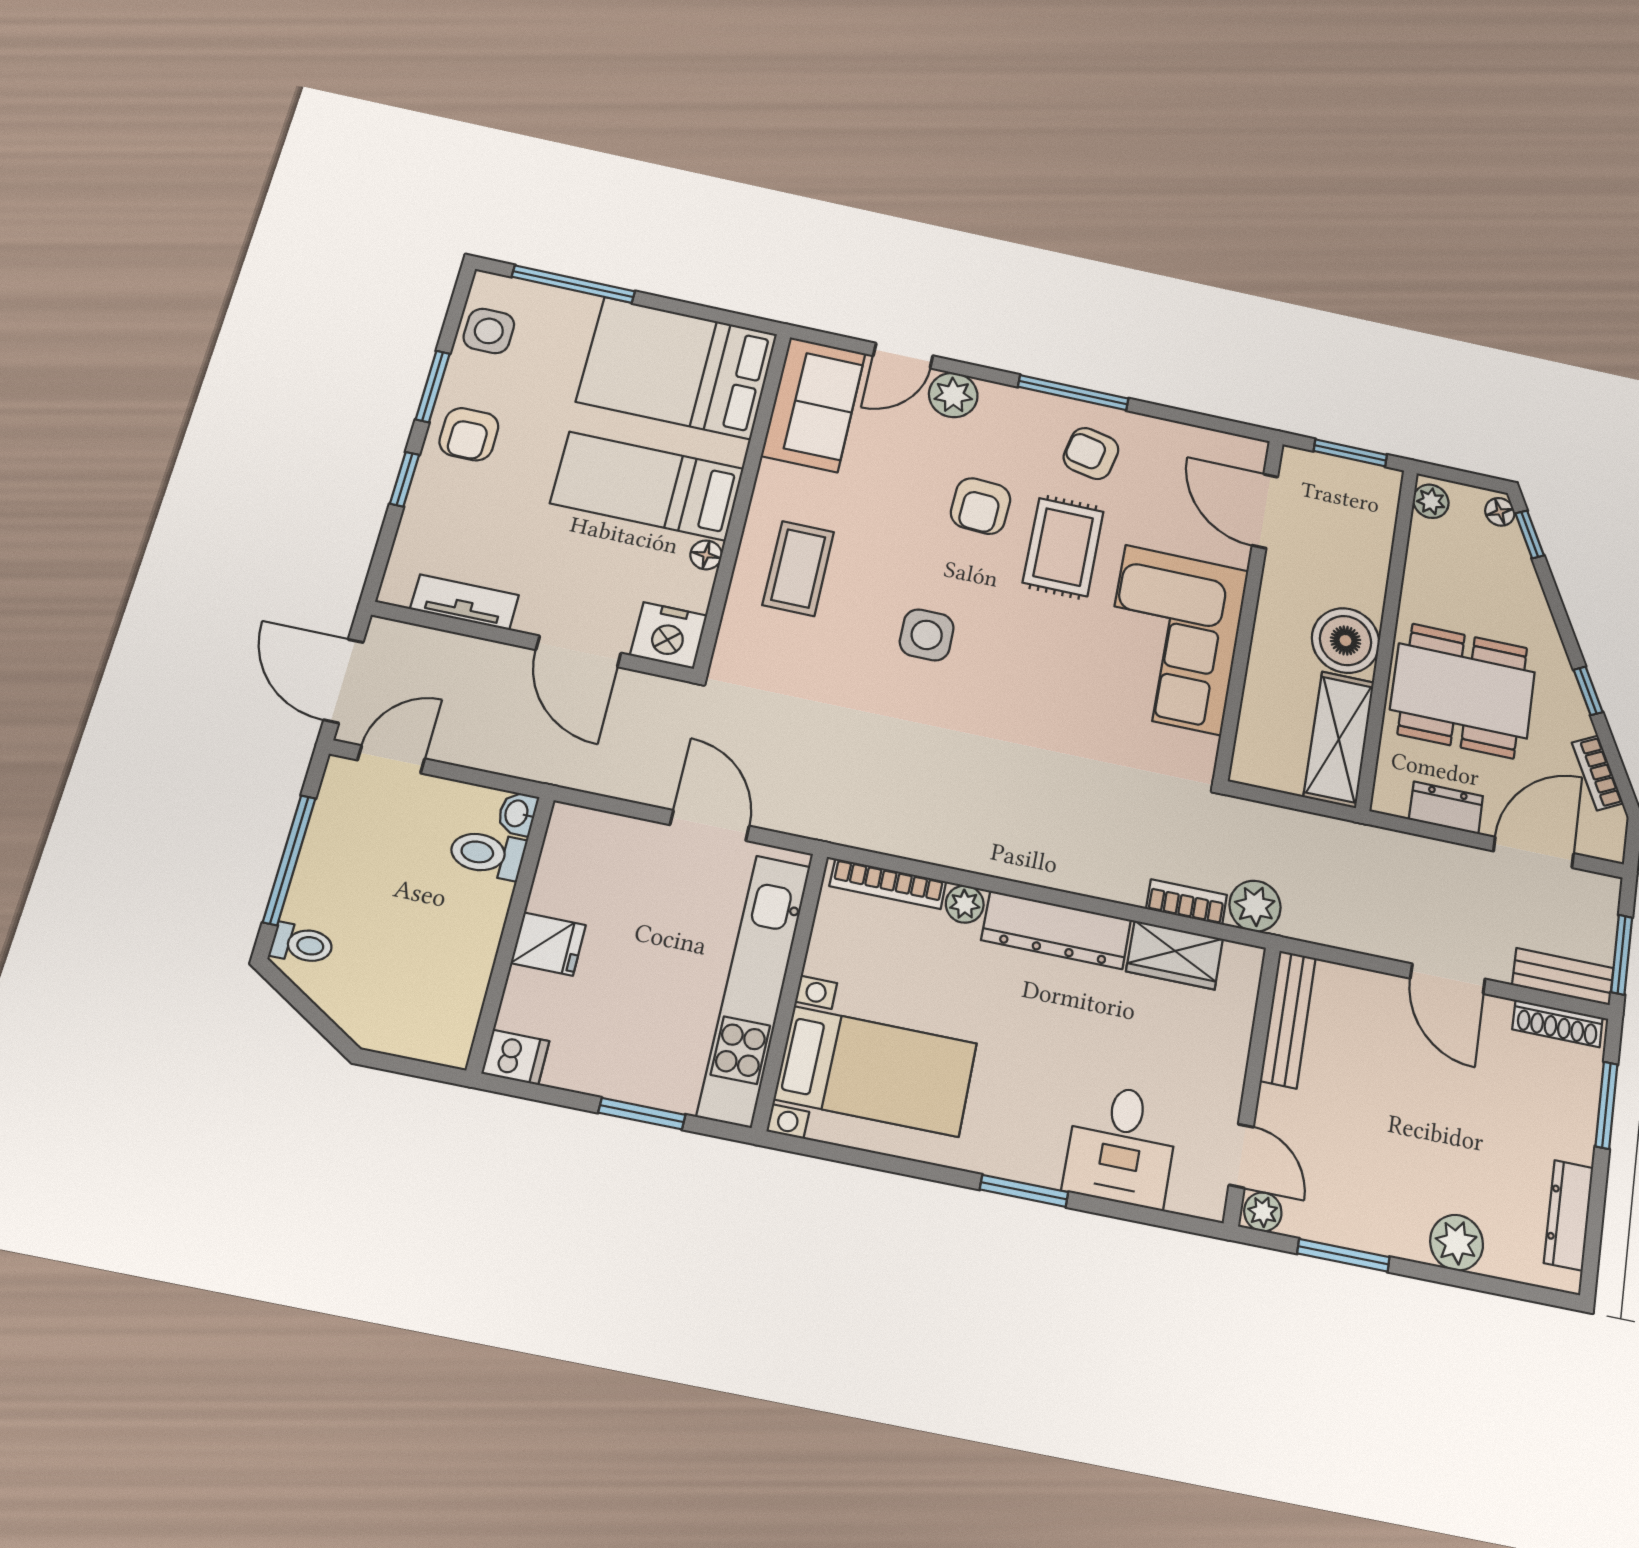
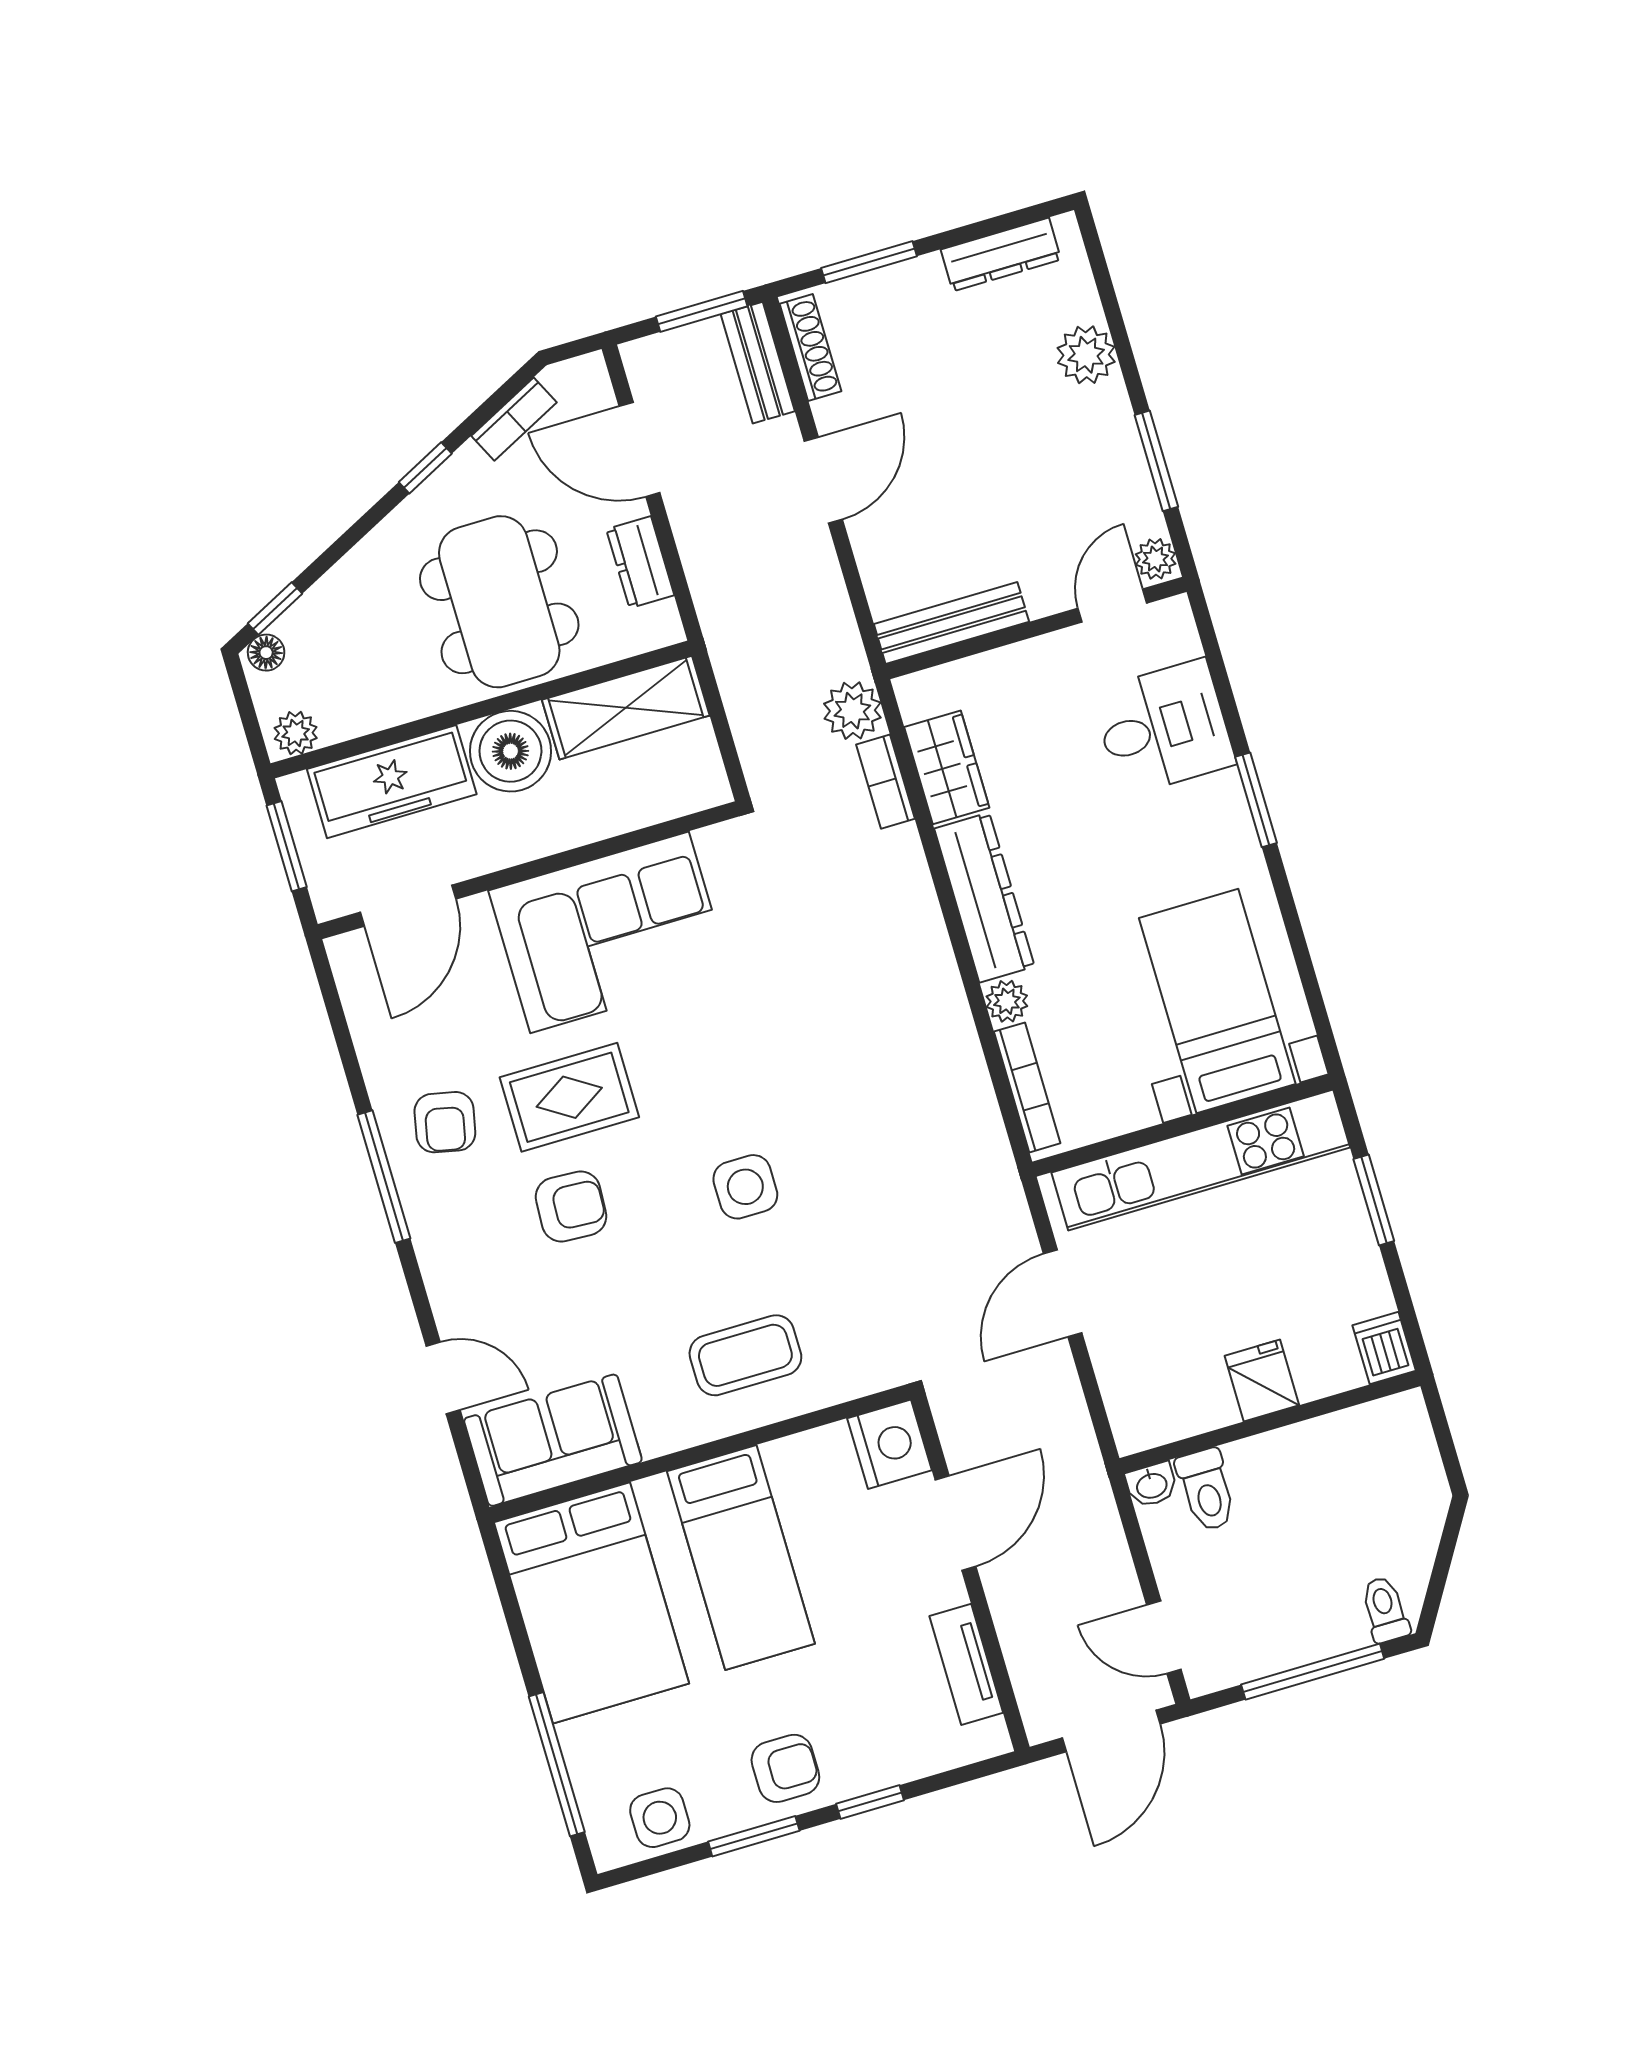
plant: (953, 395) -> (459, 1301), removed
freezer: (1363, 547) -> (392, 782), added
floor lamp: (706, 555) -> (783, 1456), removed

